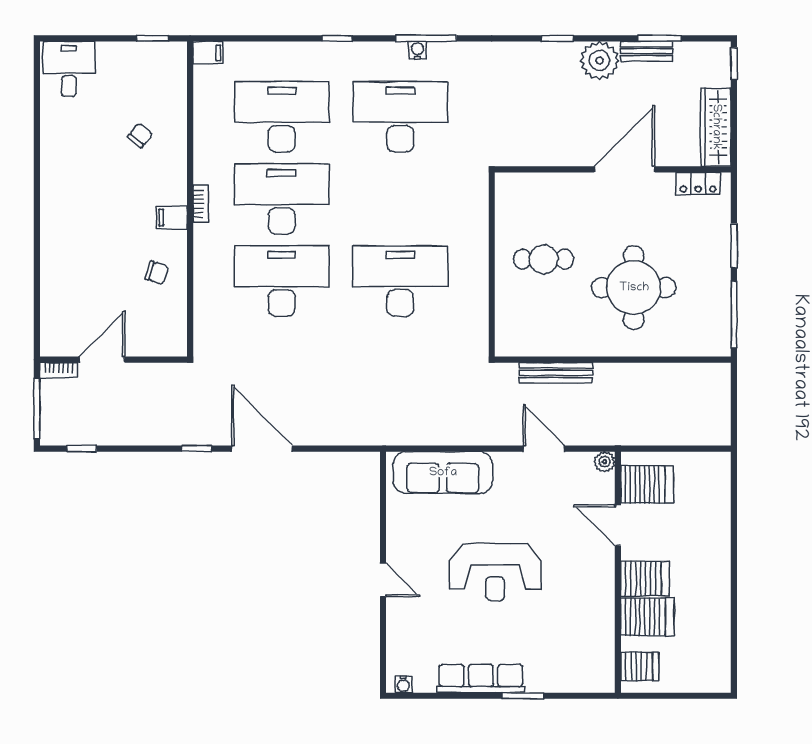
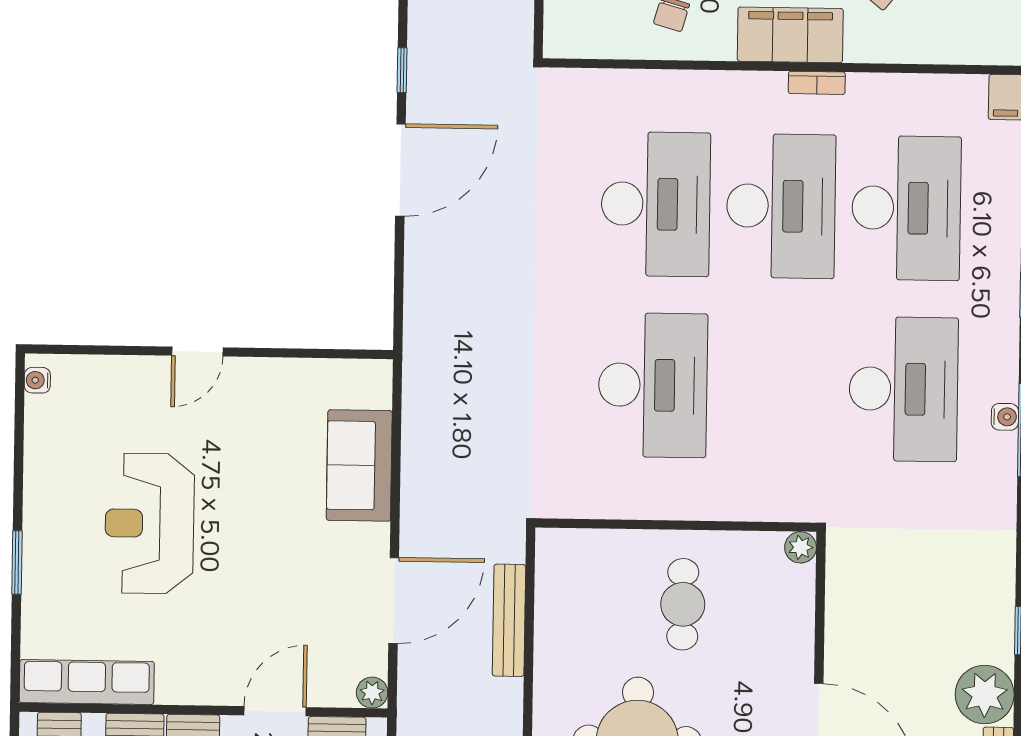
plant: (505, 183) -> (801, 547), added
bookcase: (201, 204) -> (817, 83), moved
filing cabinet: (172, 218) -> (790, 35), width x3.00, depth x1.17
door: (544, 449) -> (394, 600), width x1.36
sofa: (443, 473) -> (359, 465), width x0.73
reception desk: (495, 572) -> (149, 523), moved
row of seats: (481, 679) -> (87, 682), moved, turned -90

